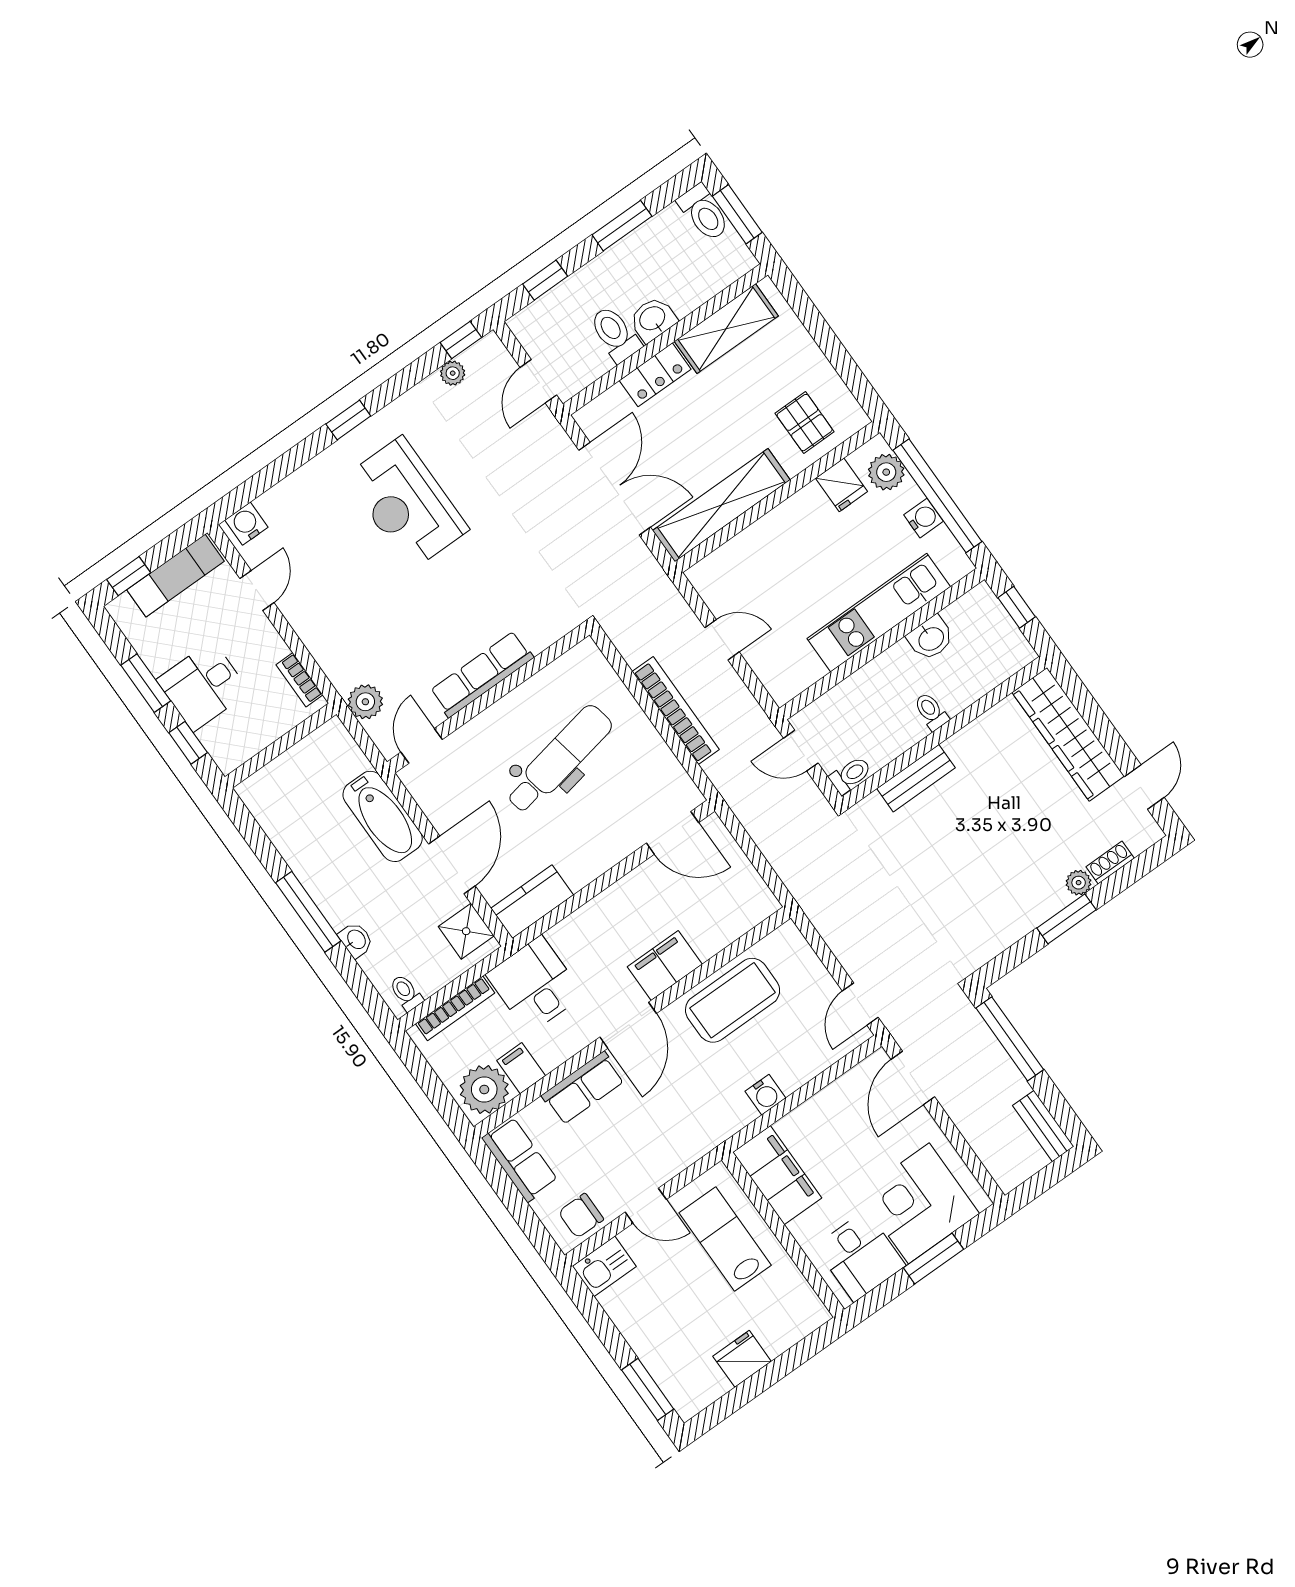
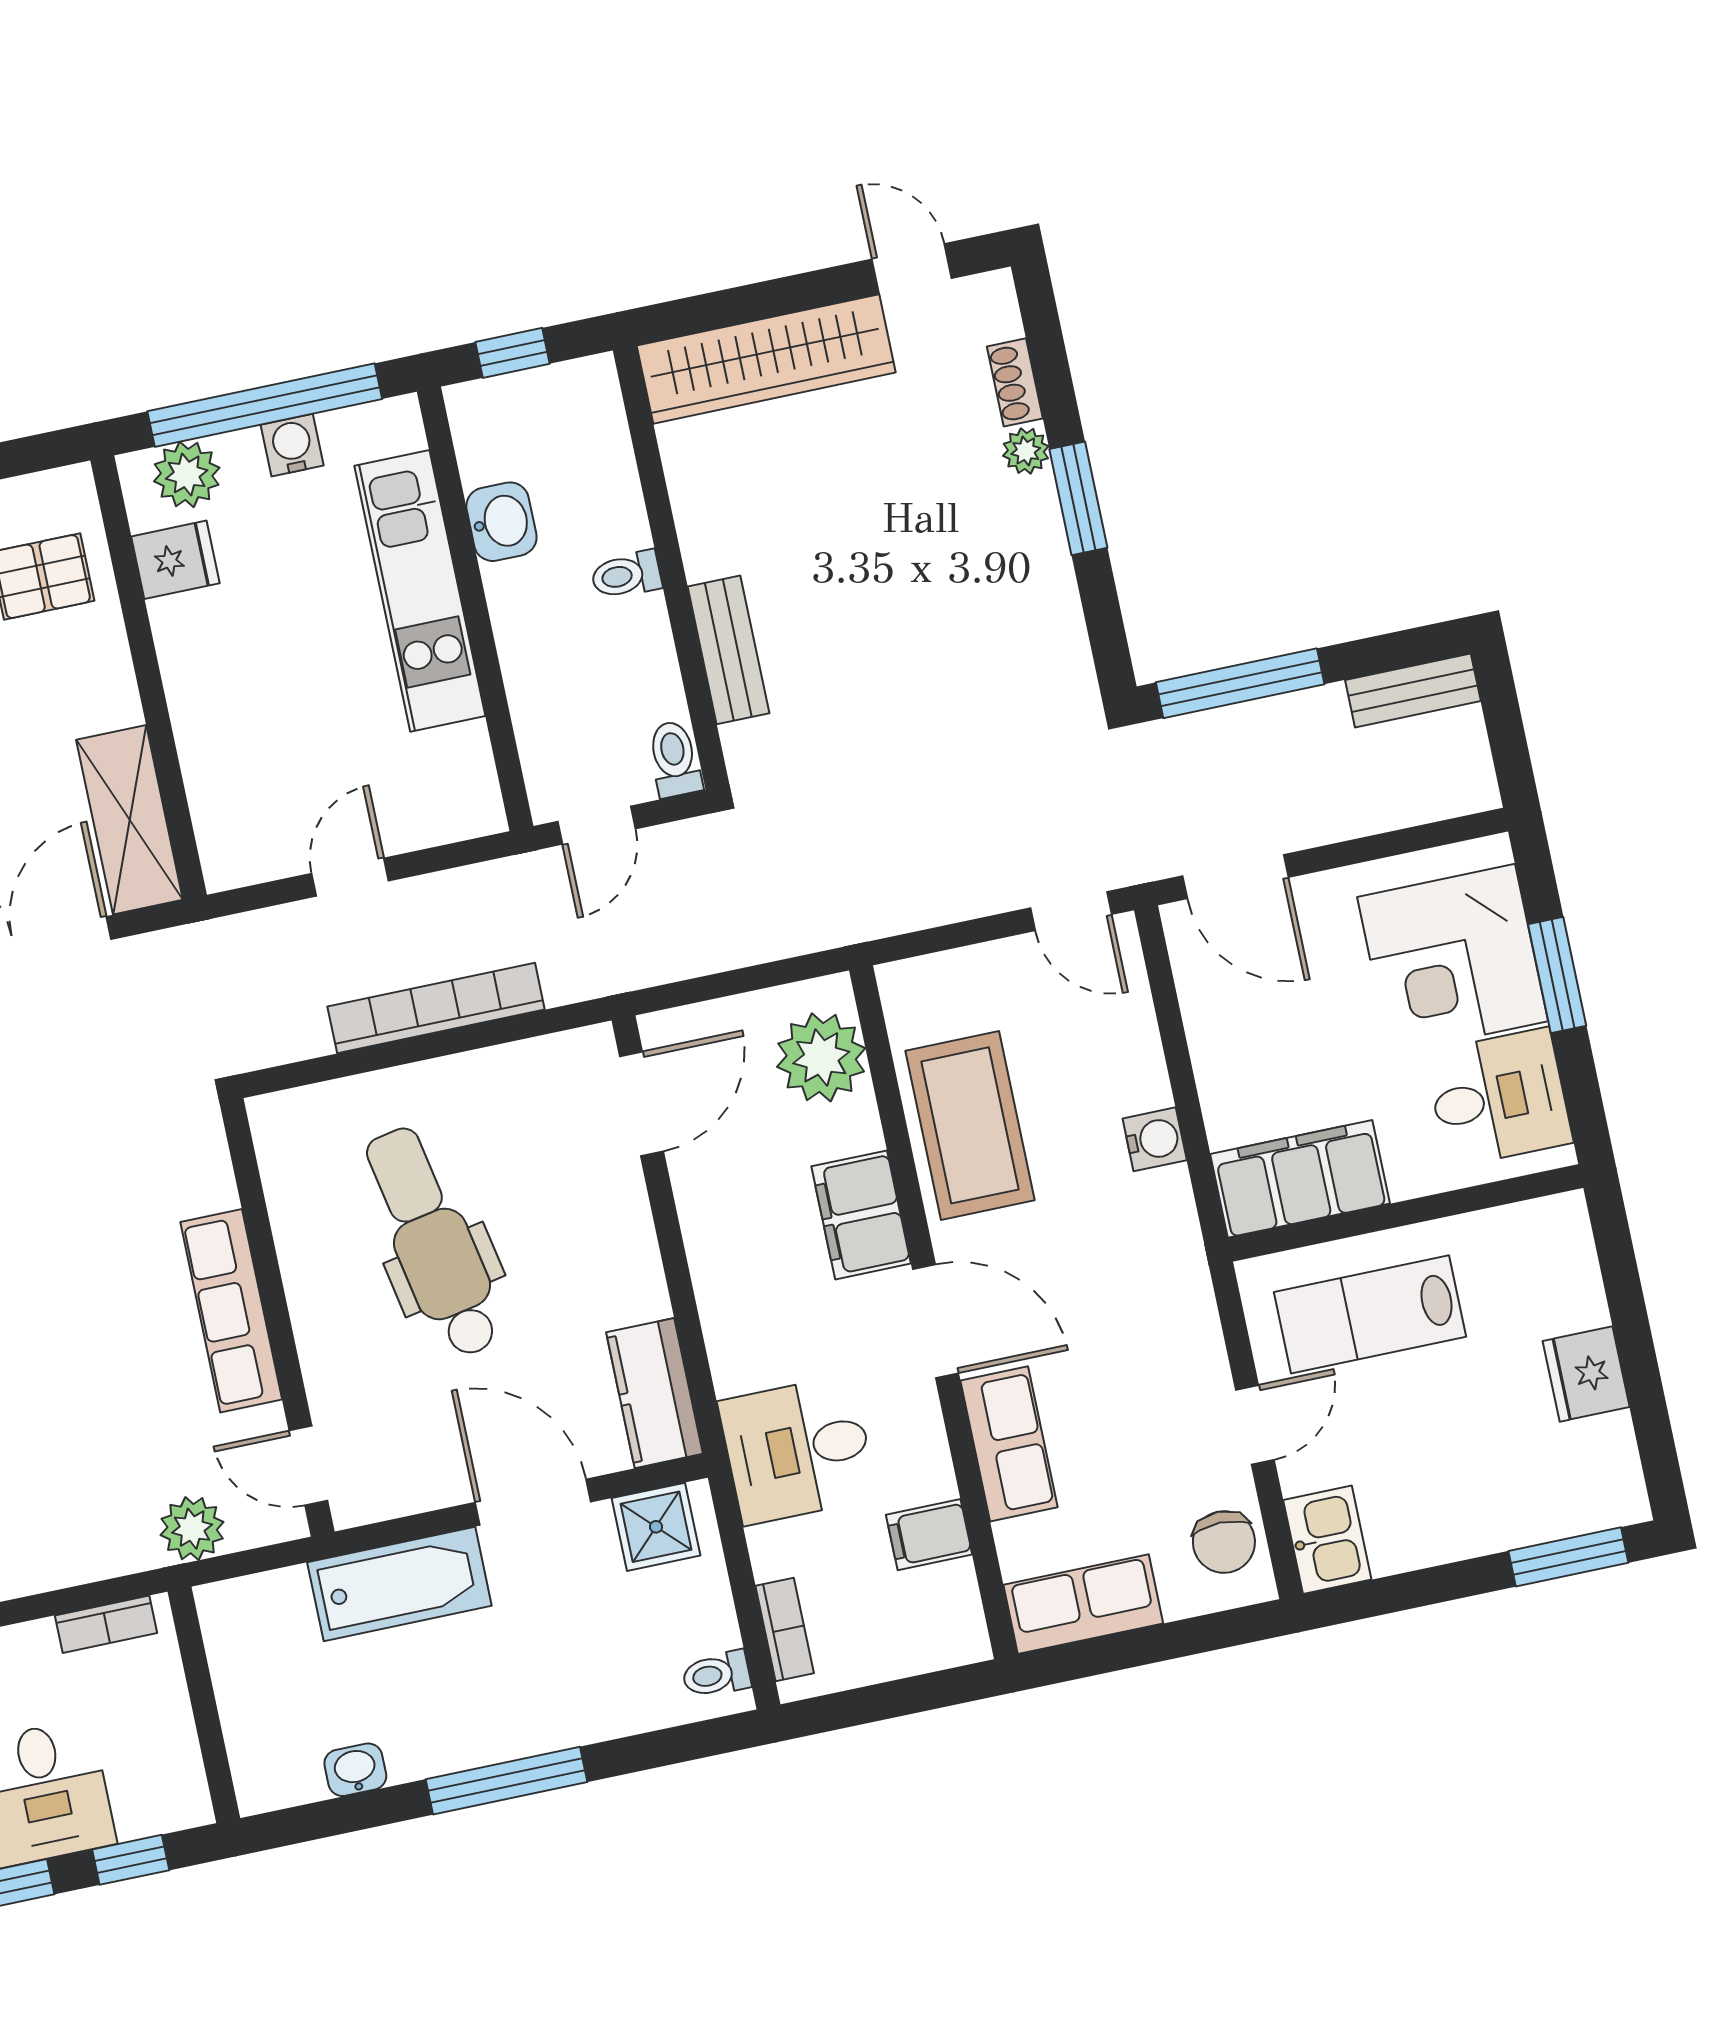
shelving: (721, 505) -> (130, 820), width x0.68
washbasin: (356, 940) -> (355, 1770), moved
bookcase: (455, 1008) -> (785, 1629), width x0.64
plant: (484, 1090) -> (821, 1057), moved

